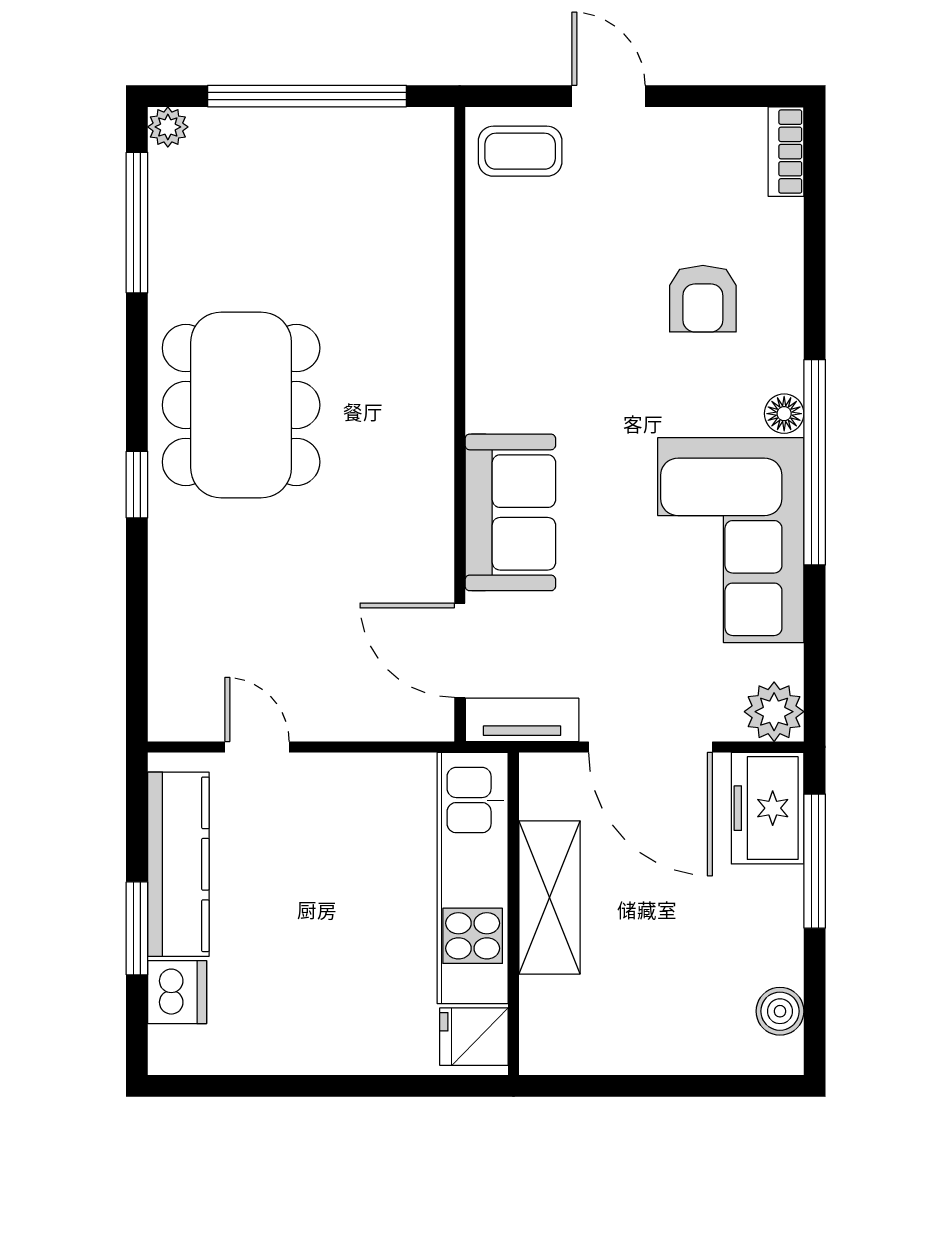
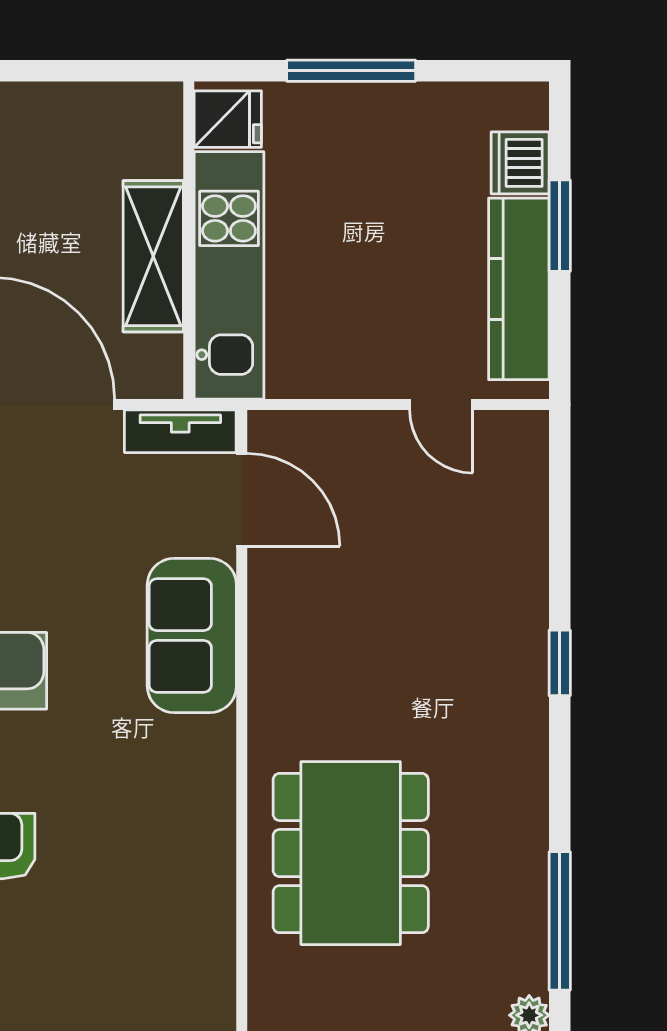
coffee table: (520, 151) -> (182, 991), removed
dining table: (241, 405) -> (351, 853), moved
window: (349, 1086) -> (351, 71), added

